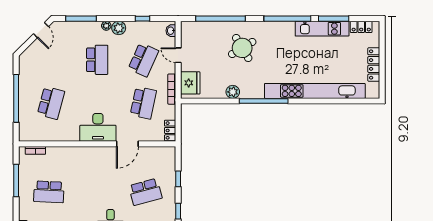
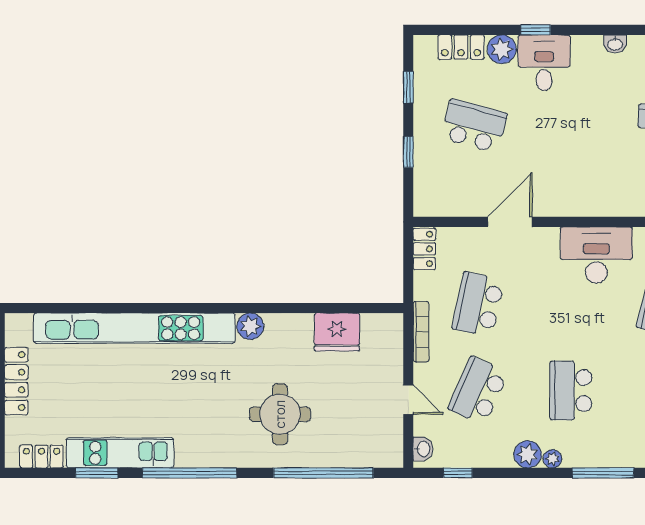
window: (143, 19) -> (458, 473), moved
window: (334, 19) -> (97, 473), width x0.69
round table: (242, 48) -> (280, 414), turned 31
fridge: (190, 83) -> (337, 332), moved, turned -90
plant: (233, 92) -> (250, 326), moved
window: (264, 101) -> (237, 308), removed
desk: (98, 127) -> (596, 255), moved
school desk: (145, 192) -> (474, 126), turned 30

